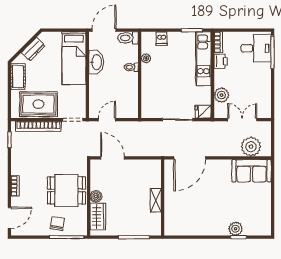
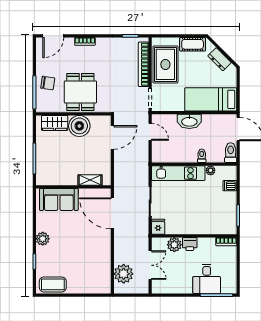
desk: (256, 48) -> (207, 279), moved
kitchen unit: (203, 59) -> (178, 173), moved, turned 180
printer: (221, 61) -> (190, 244), moved
washbasin: (96, 62) -> (189, 121), moved
sofa: (251, 171) -> (59, 199), moved, turned -90
boiler: (96, 196) -> (79, 126), width x1.86, depth x1.86
shelving: (156, 200) -> (90, 180), moved
door: (9, 218) -> (53, 36), hinge flipped
coffee table: (262, 218) -> (53, 284), added
plant: (236, 229) -> (43, 239), moved

